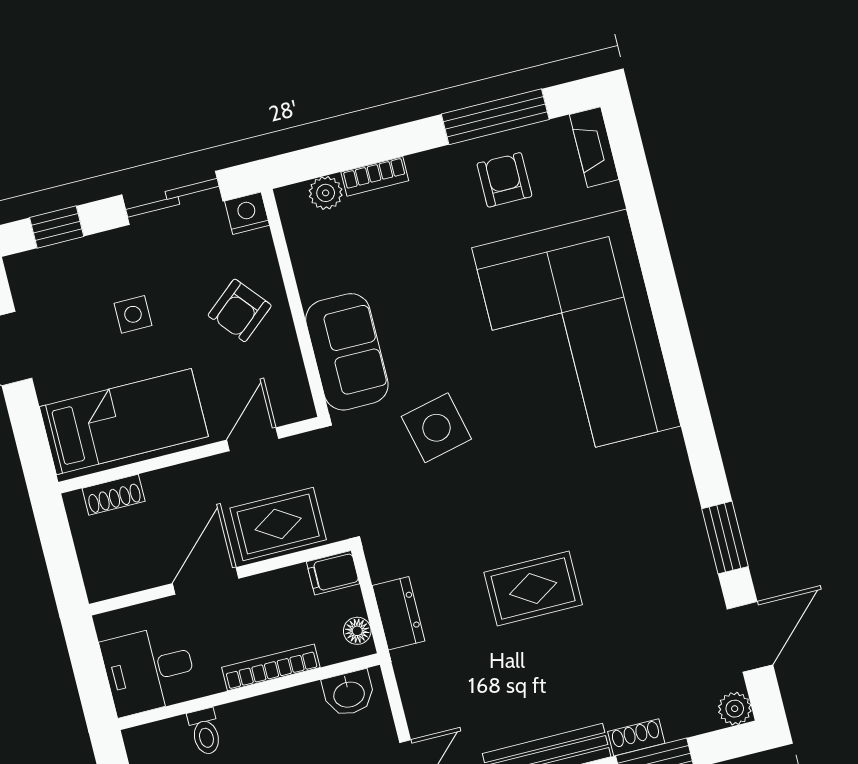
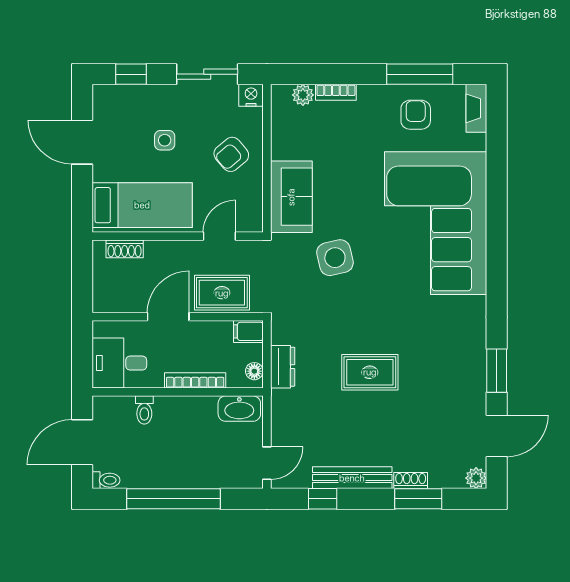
washbasin: (349, 693) -> (239, 409), width x1.38

